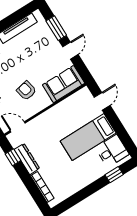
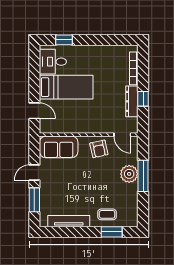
armchair: (26, 91) -> (99, 149), moved
door: (102, 101) -> (34, 111), swing flipped
window: (13, 157) -> (143, 99), moved

